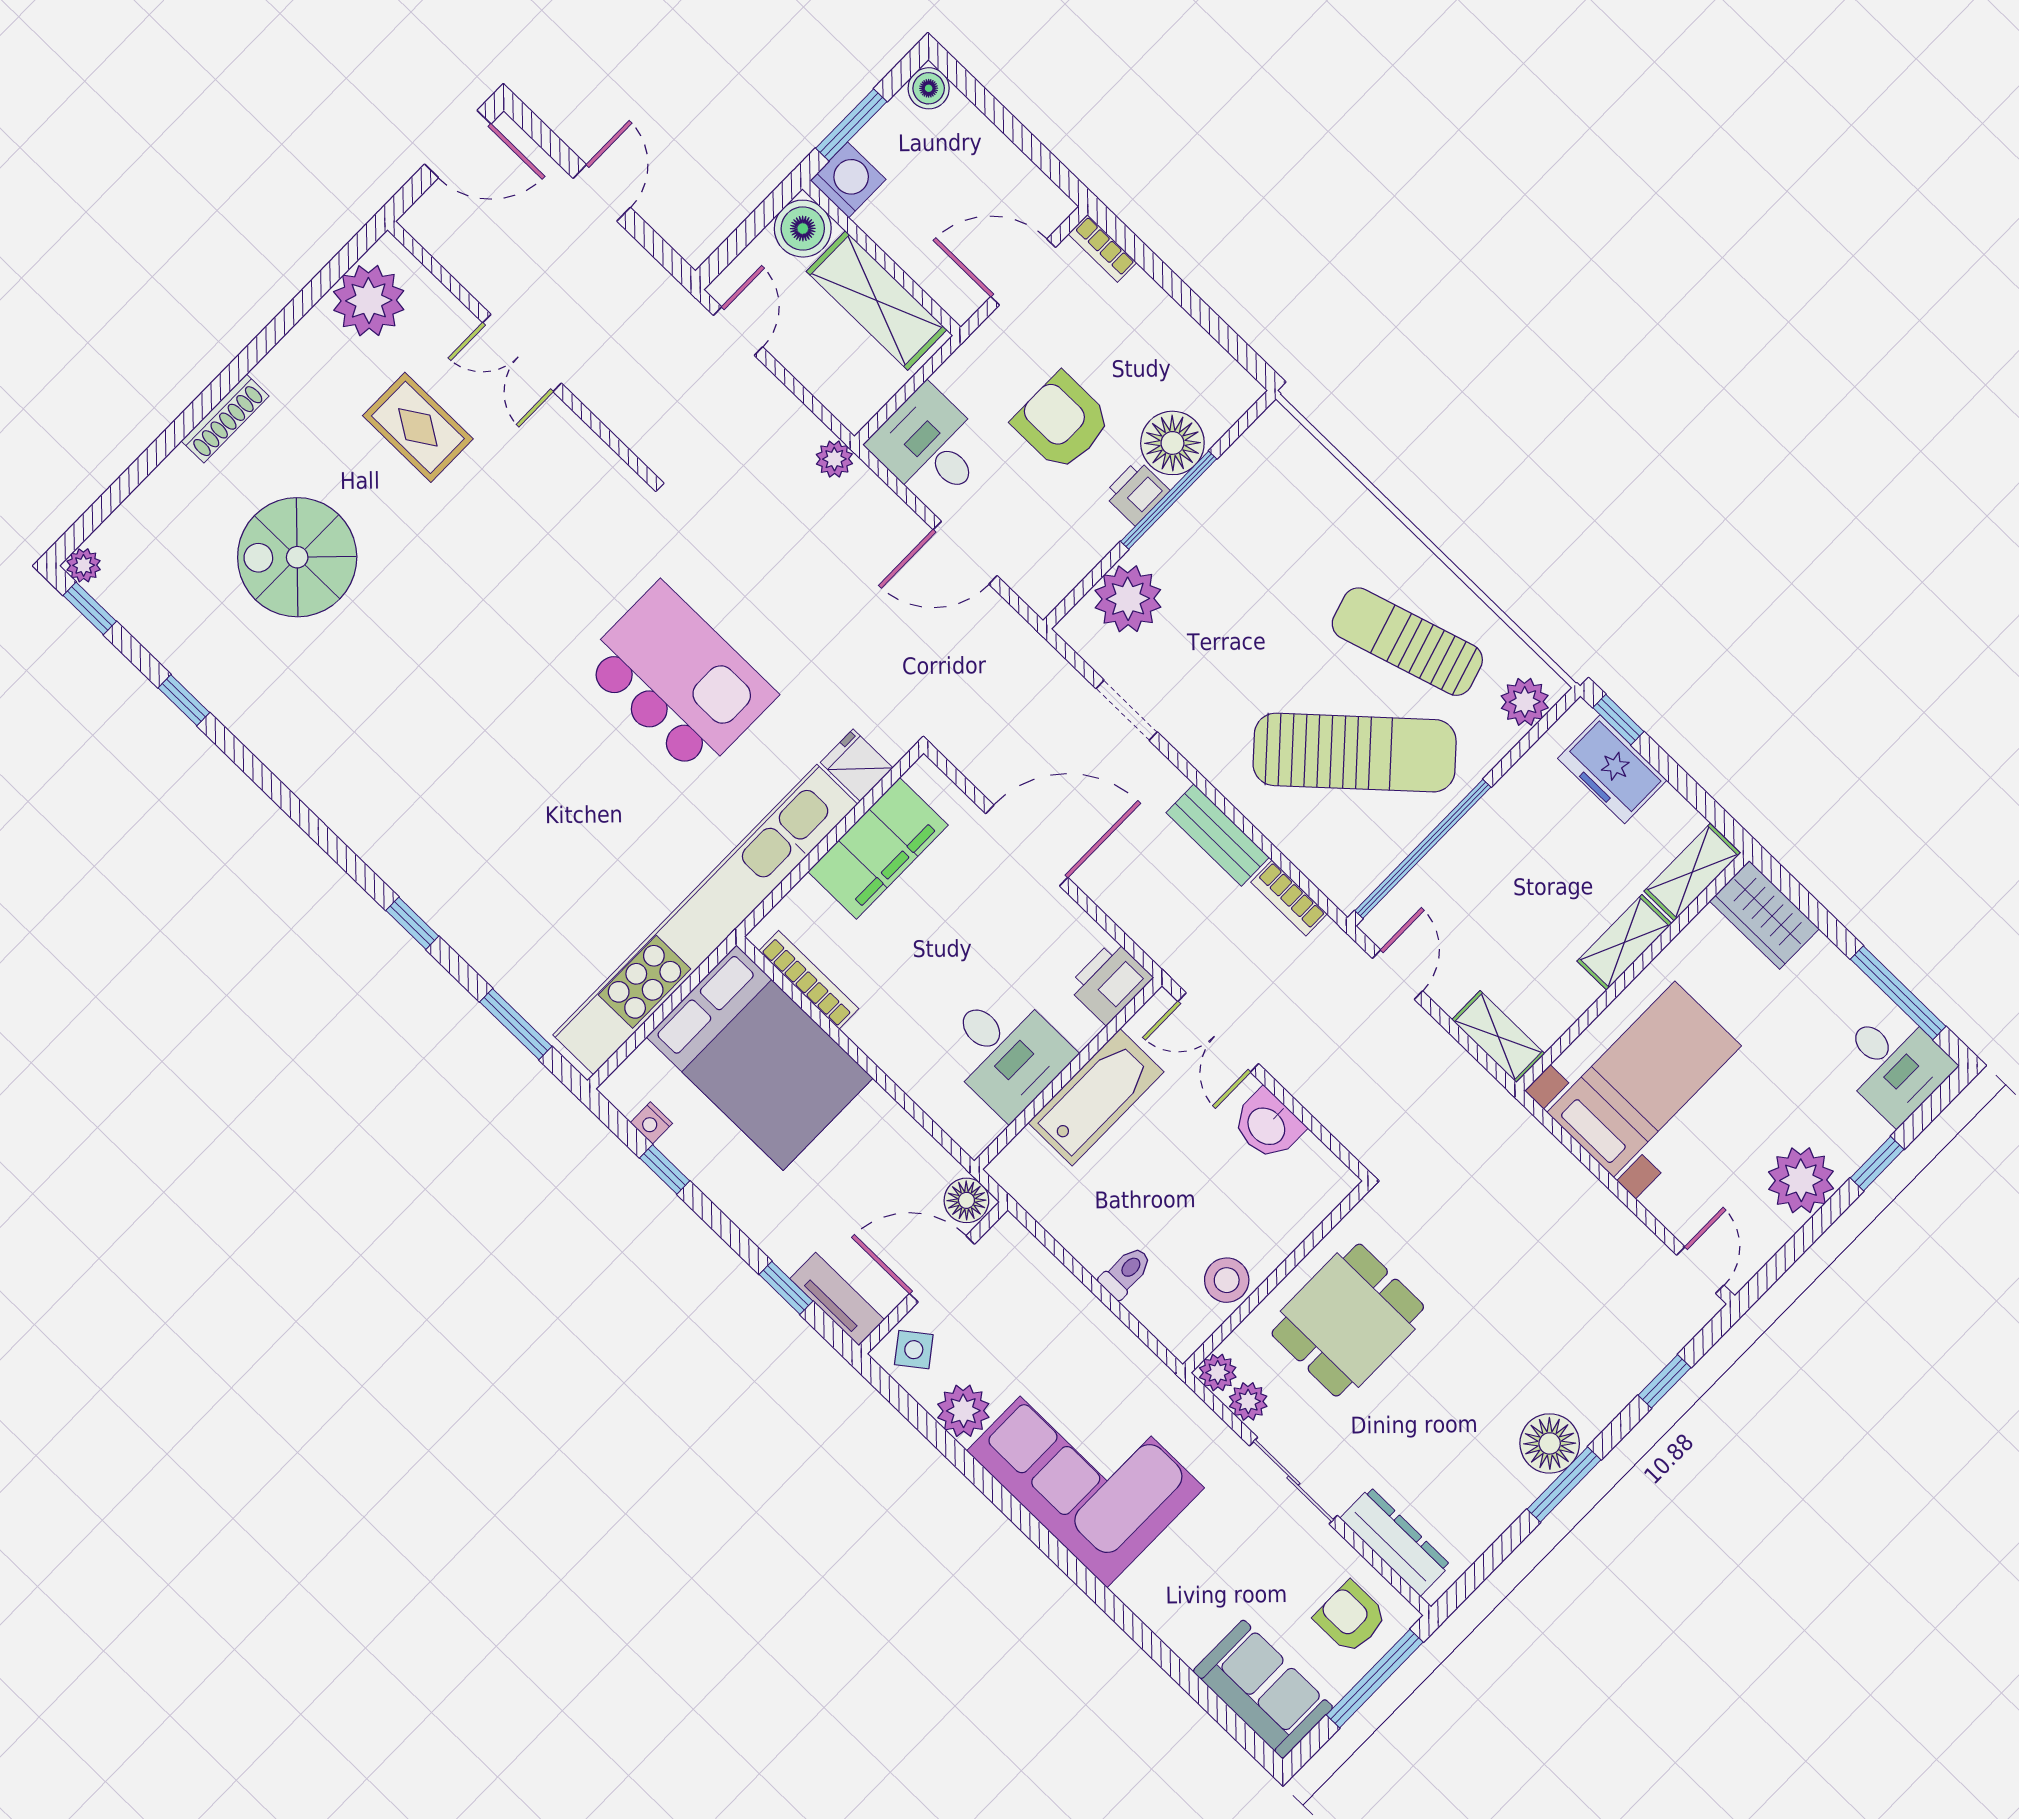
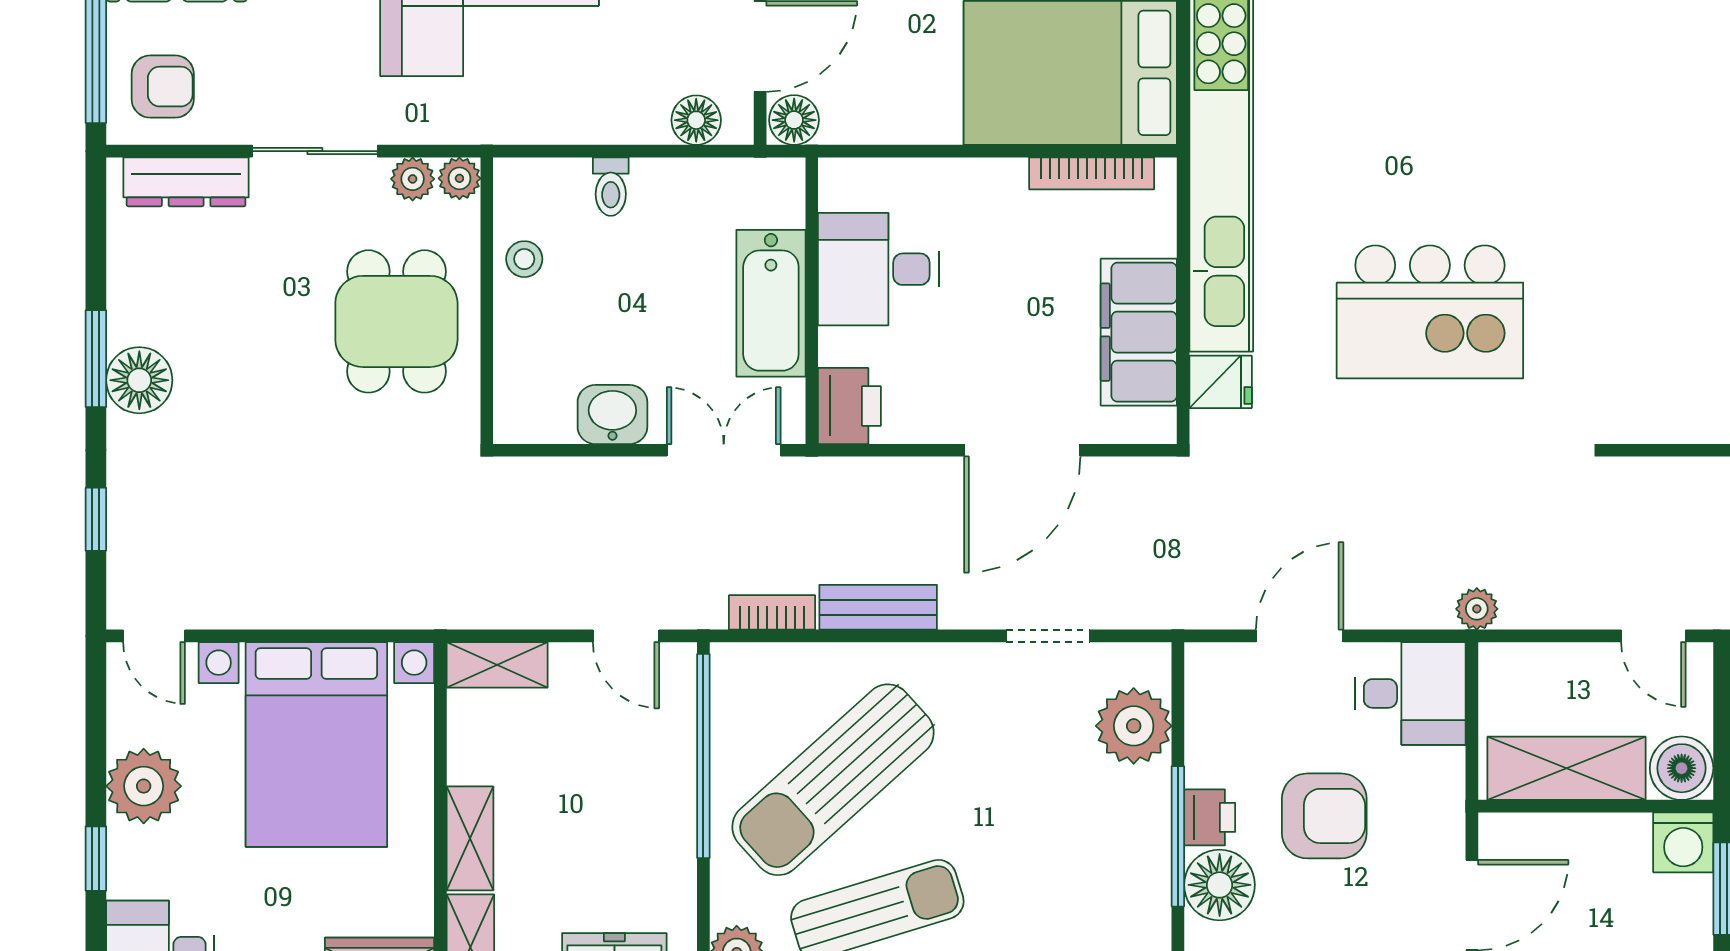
bed with nightstands: (1644, 1079) -> (316, 745), width x1.36
floor lamp: (1029, 1262) -> (696, 120), added
stool: (1227, 1280) -> (524, 259), width x0.73, depth x0.73

